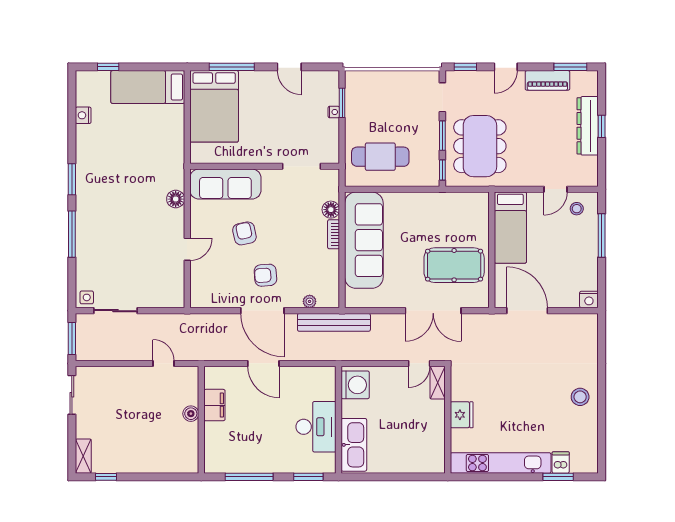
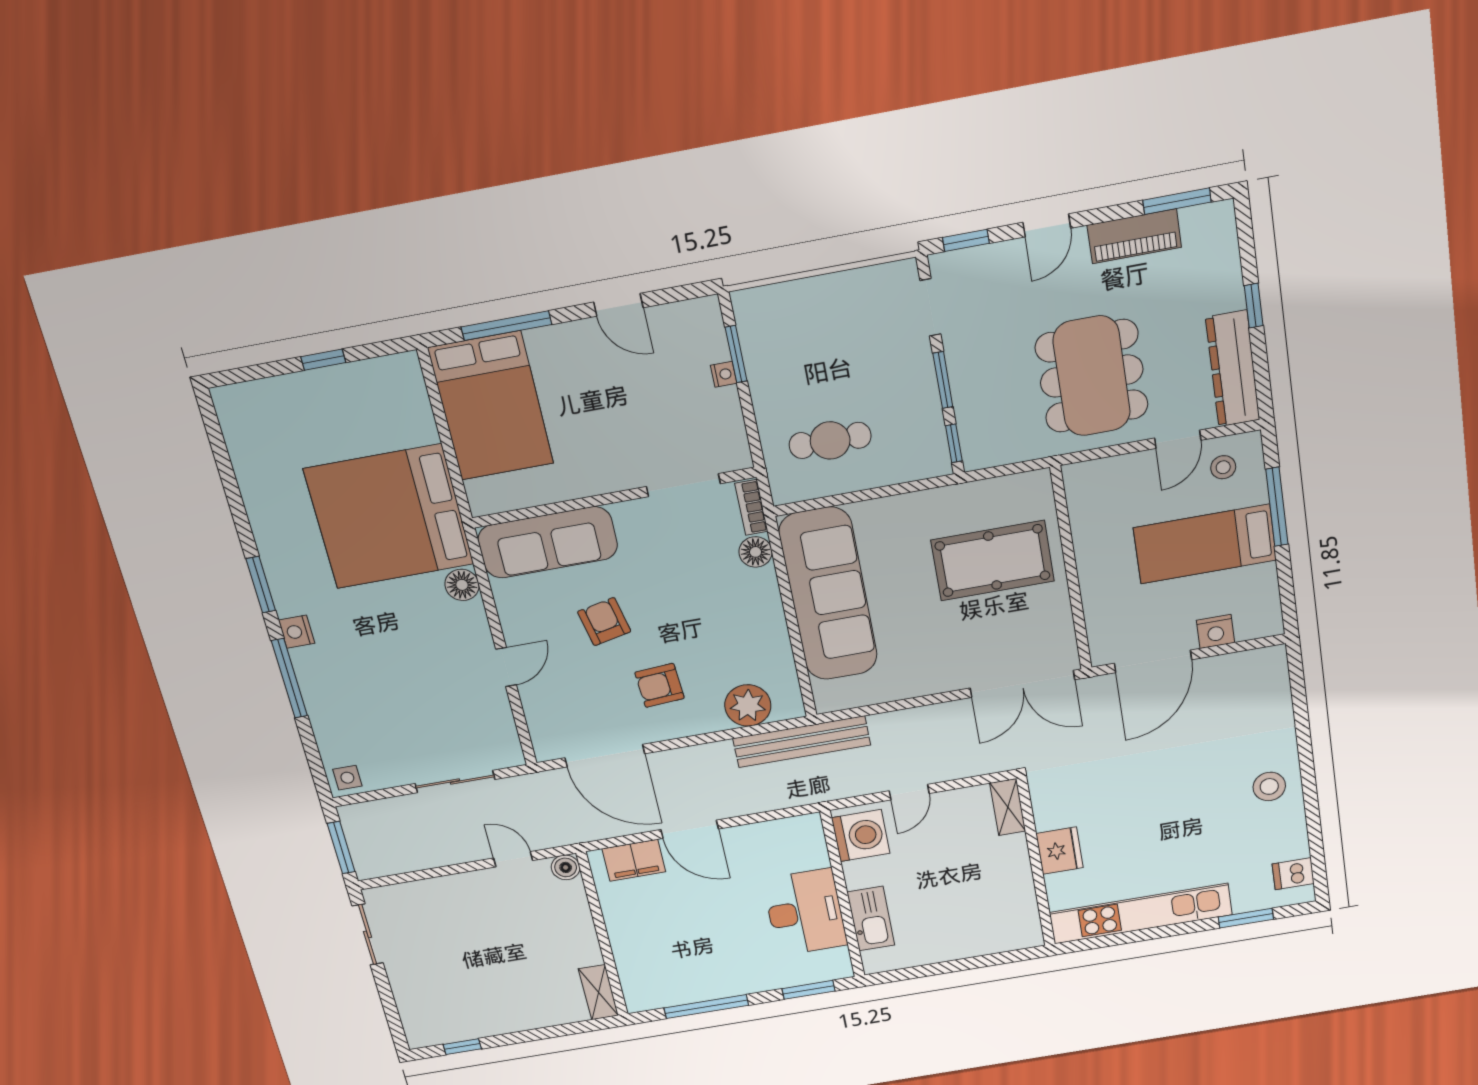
window: (108, 67) -> (323, 360), moved
bed: (148, 87) -> (389, 517), moved, width x2.04
nightstand: (83, 115) -> (297, 632), moved
dresser: (588, 126) -> (1233, 369), moved
dining table: (480, 146) -> (1092, 376), moved
cafe table: (380, 157) -> (830, 440), width x0.73, depth x0.74
bed: (510, 228) -> (1205, 544), moved, turned 90
bookcase: (334, 234) -> (751, 507), moved
pool table: (454, 265) -> (992, 561), moved
nightstand: (589, 300) -> (1216, 631), moved
plant: (310, 301) -> (748, 705), width x1.88, depth x1.88
sliding door: (116, 311) -> (455, 782), moved
door: (262, 311) -> (605, 756), moved
double door: (433, 311) -> (1022, 684), moved
door: (527, 311) -> (1153, 661), swing flipped
door: (419, 363) -> (909, 792), moved
filing cabinet: (214, 405) -> (634, 860), moved, turned 90
boiler: (191, 414) -> (566, 867), moved
kitchen sink: (354, 445) -> (871, 919), width x0.73, depth x0.81
shelving: (83, 456) -> (598, 992), moved
dishwasher: (561, 463) -> (1293, 874), moved, turned -90

